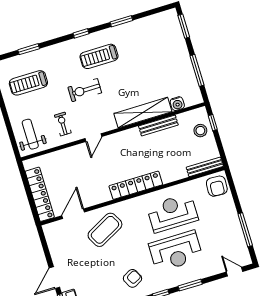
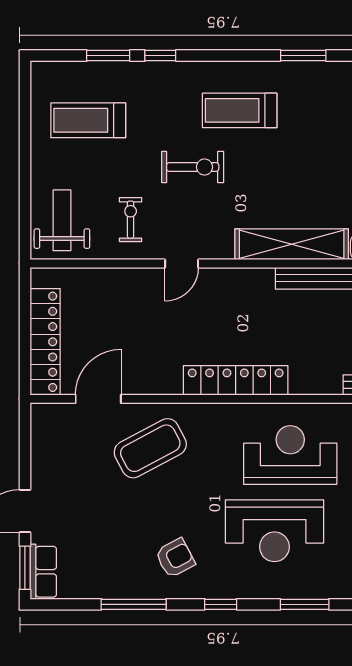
window: (81, 33) -> (160, 56), moved
exercise bike: (85, 90) -> (193, 167), turned 180
window: (190, 285) -> (305, 604), moved

